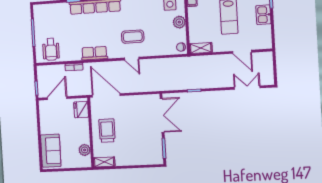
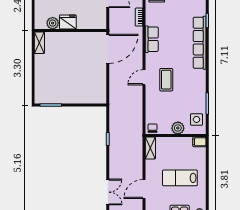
fridge: (81, 110) -> (68, 22), moved
double door: (162, 115) -> (84, 105), removed
trolley: (107, 131) -> (72, 48), removed

